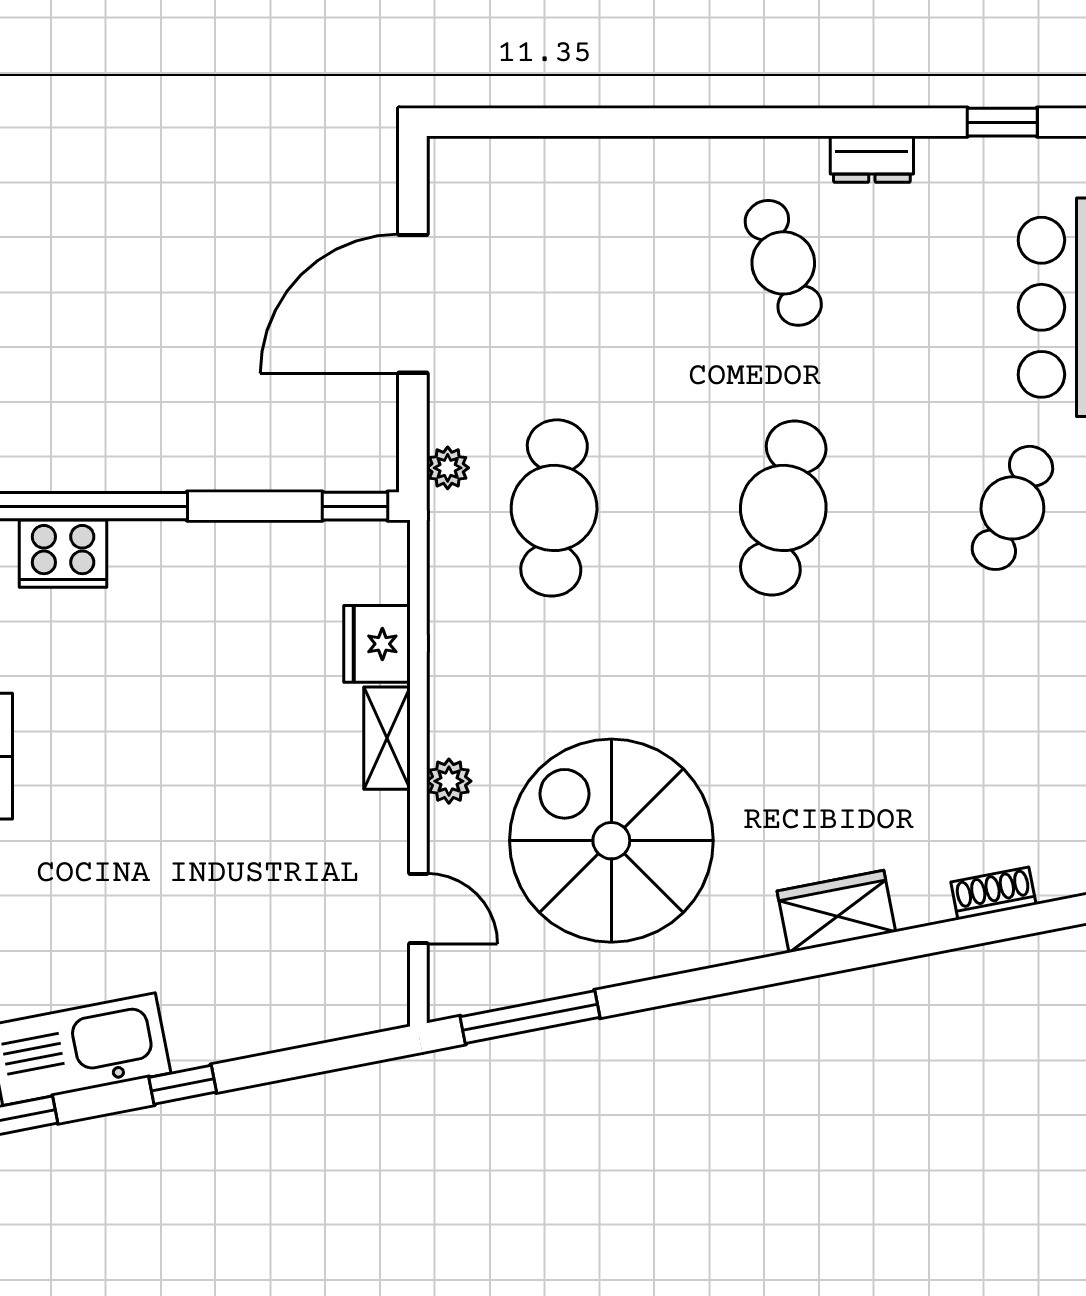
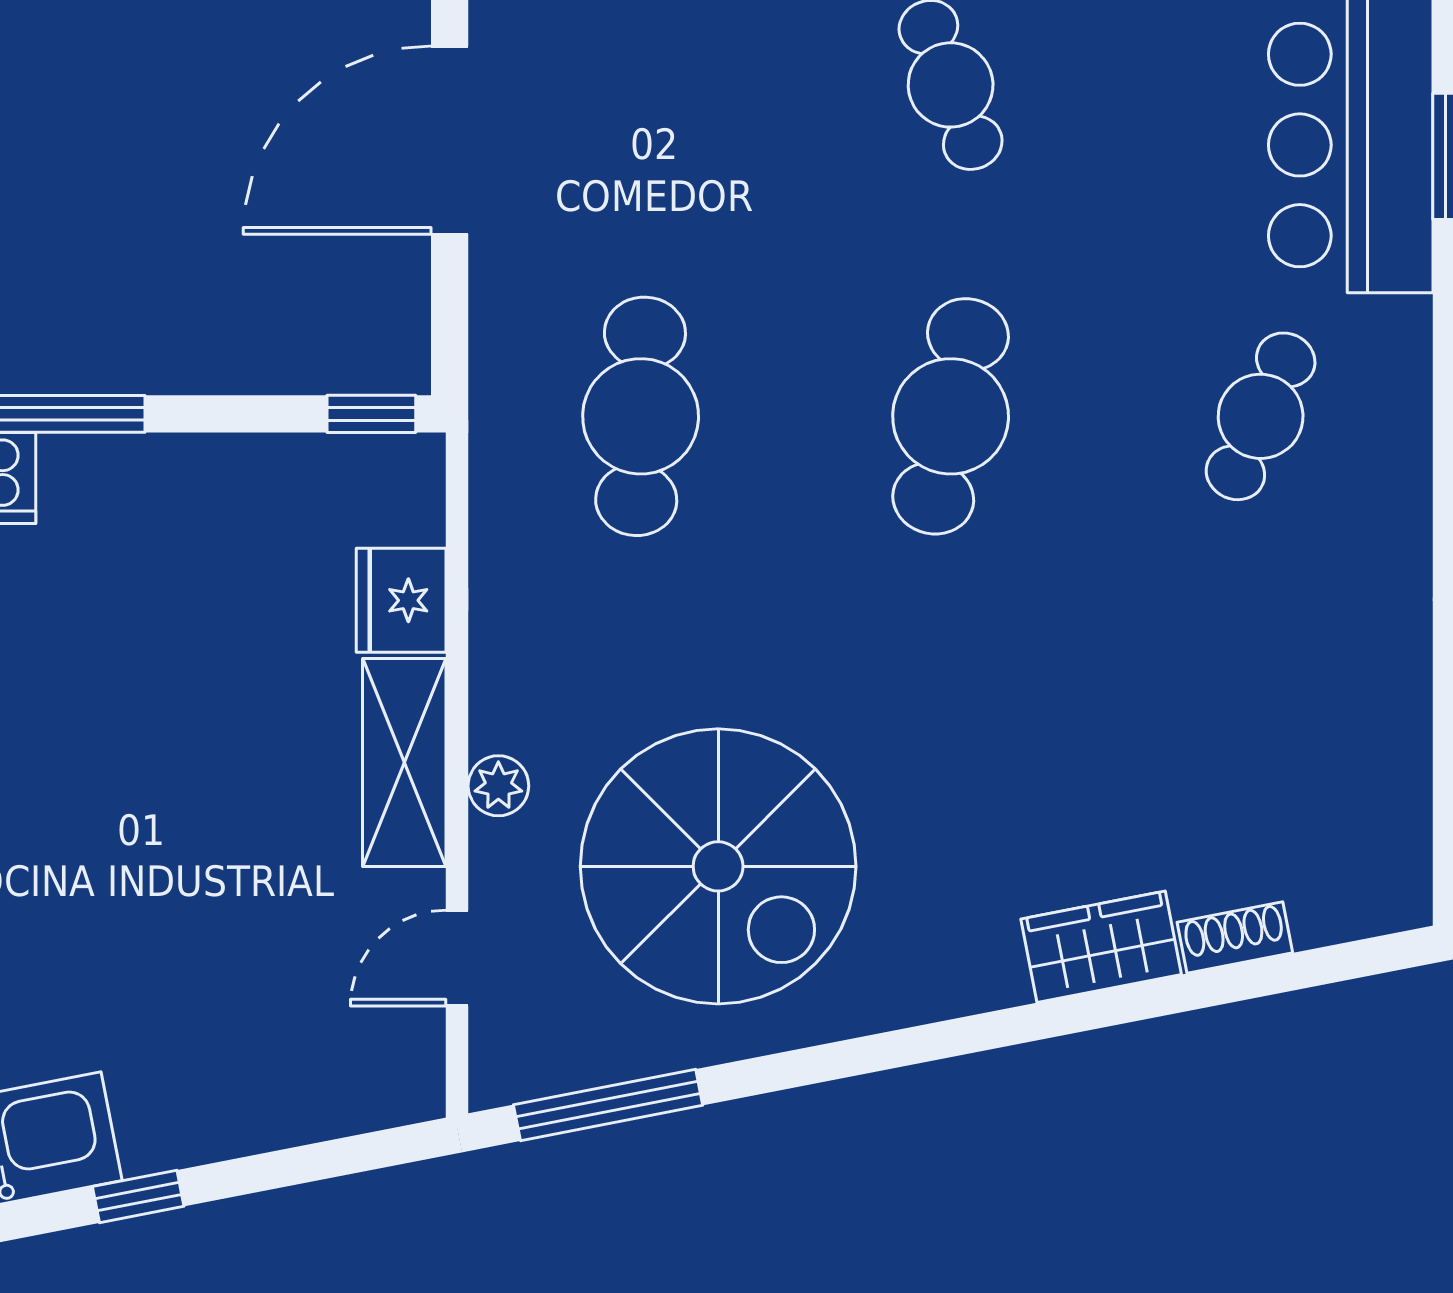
plant: (448, 468) -> (497, 362), removed
shelving: (387, 738) -> (404, 762), width x1.50, depth x1.33
spiral stairs: (611, 841) -> (718, 866), turned 180
door: (418, 909) -> (457, 958), swing flipped
wardrobe: (836, 911) -> (1101, 947), moved

